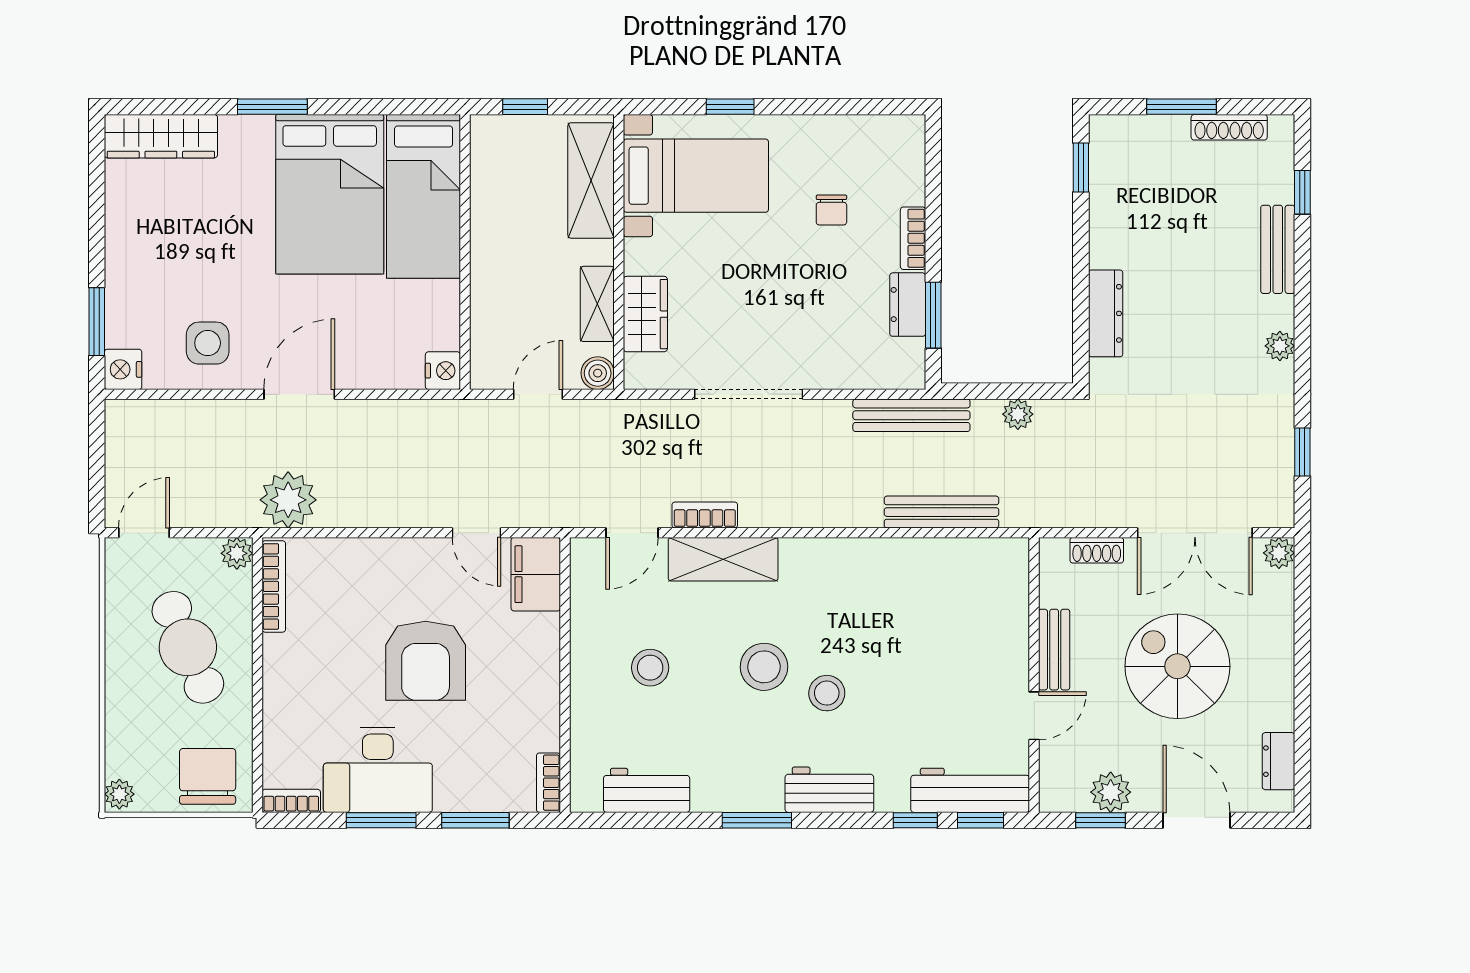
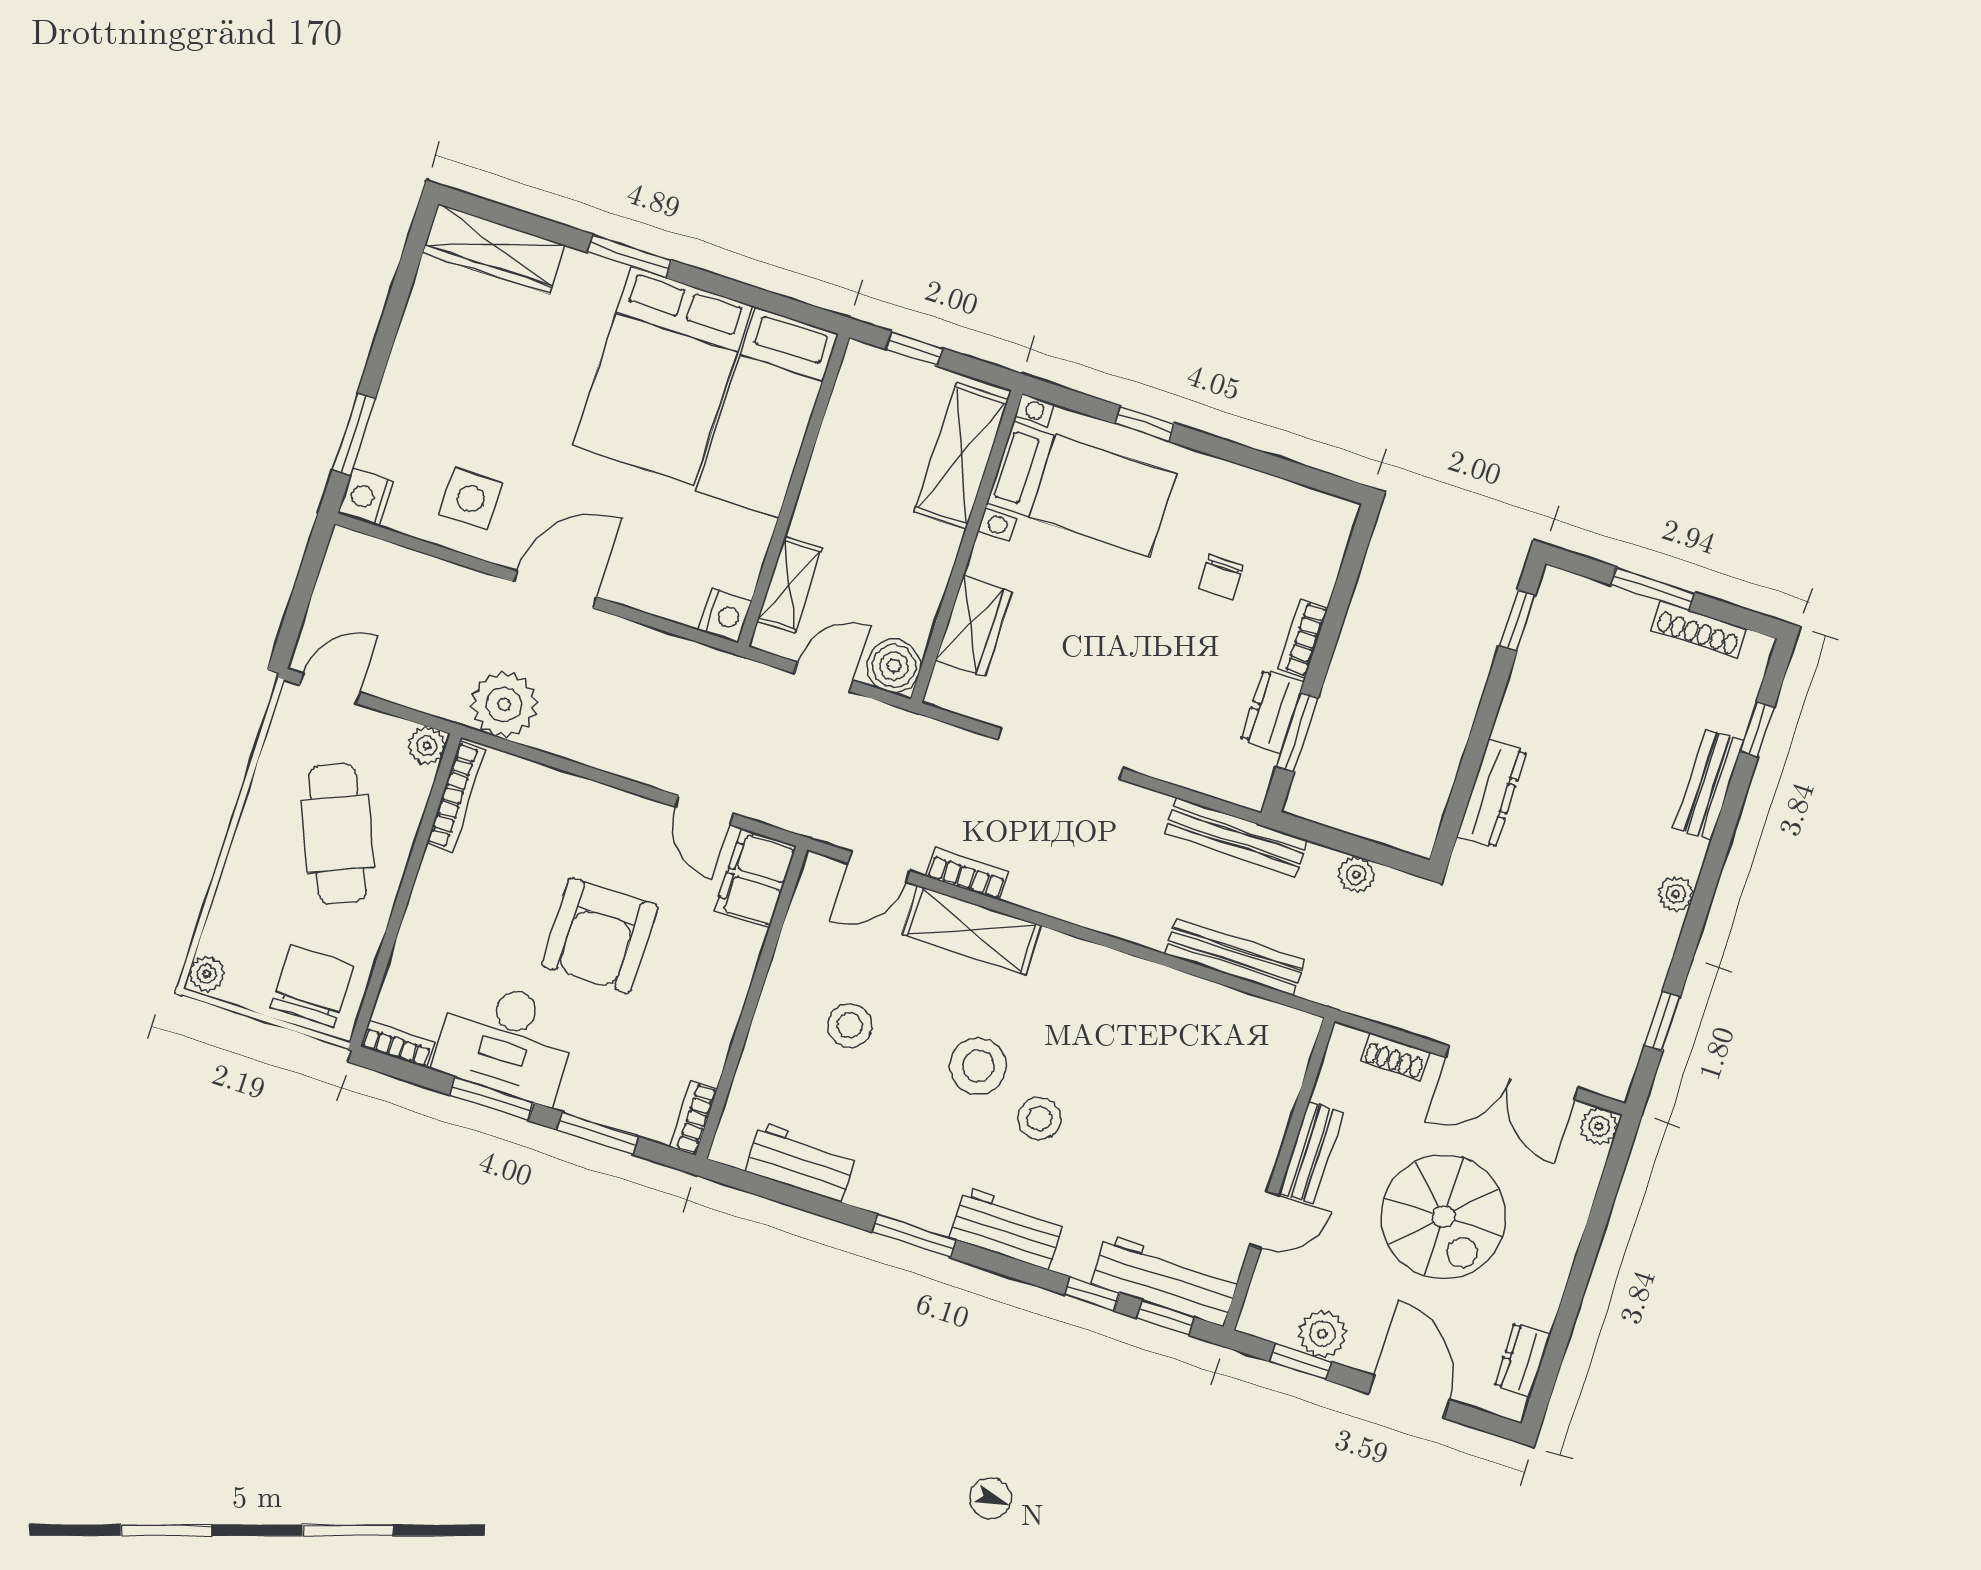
shelving: (597, 304) -> (790, 585), moved
boiler: (598, 373) -> (894, 666), width x1.36, depth x1.36
spiral stairs: (1177, 666) -> (1444, 1217), turned 180

